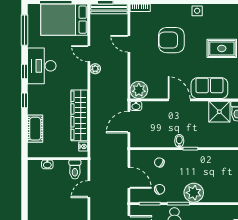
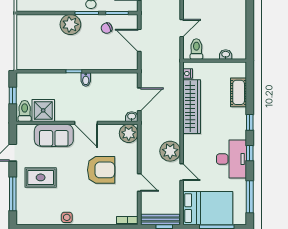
armchair: (171, 40) -> (101, 170), moved
plant: (95, 69) -> (170, 151), width x1.87, depth x1.87
chair: (159, 162) -> (107, 57), removed

